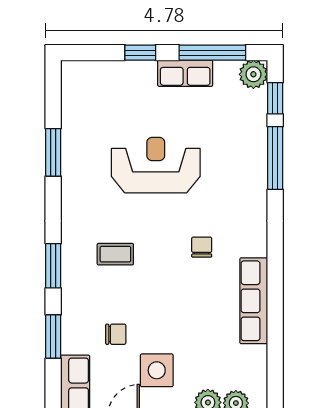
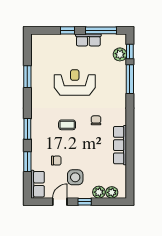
plant: (253, 74) -> (120, 54), moved
coffee table: (115, 254) -> (67, 125), moved

